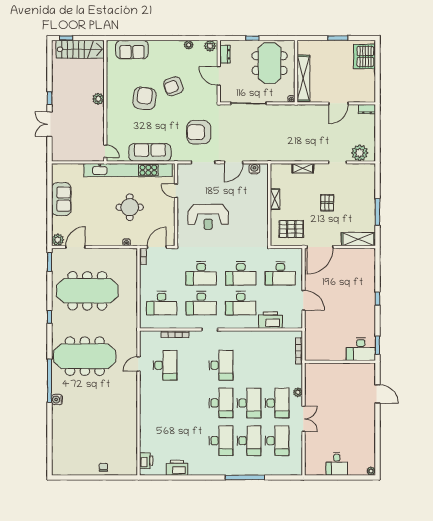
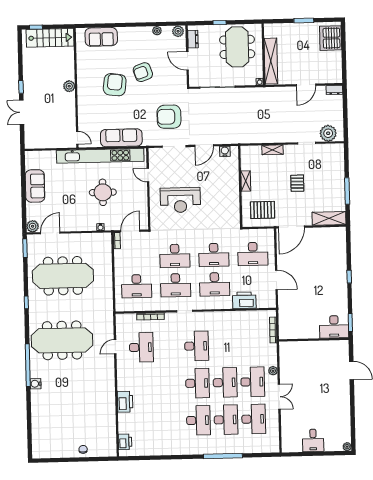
printer: (177, 468) -> (125, 402), moved, turned 90

